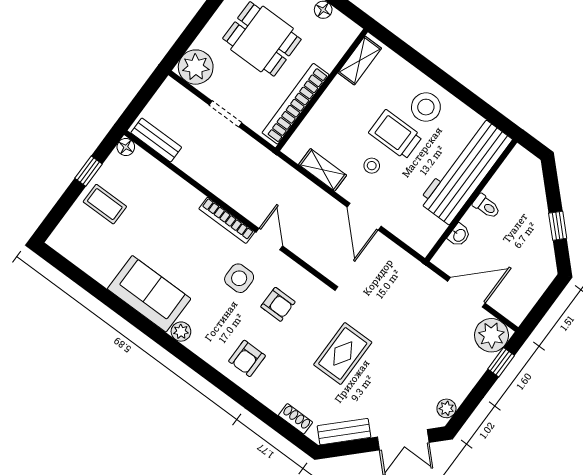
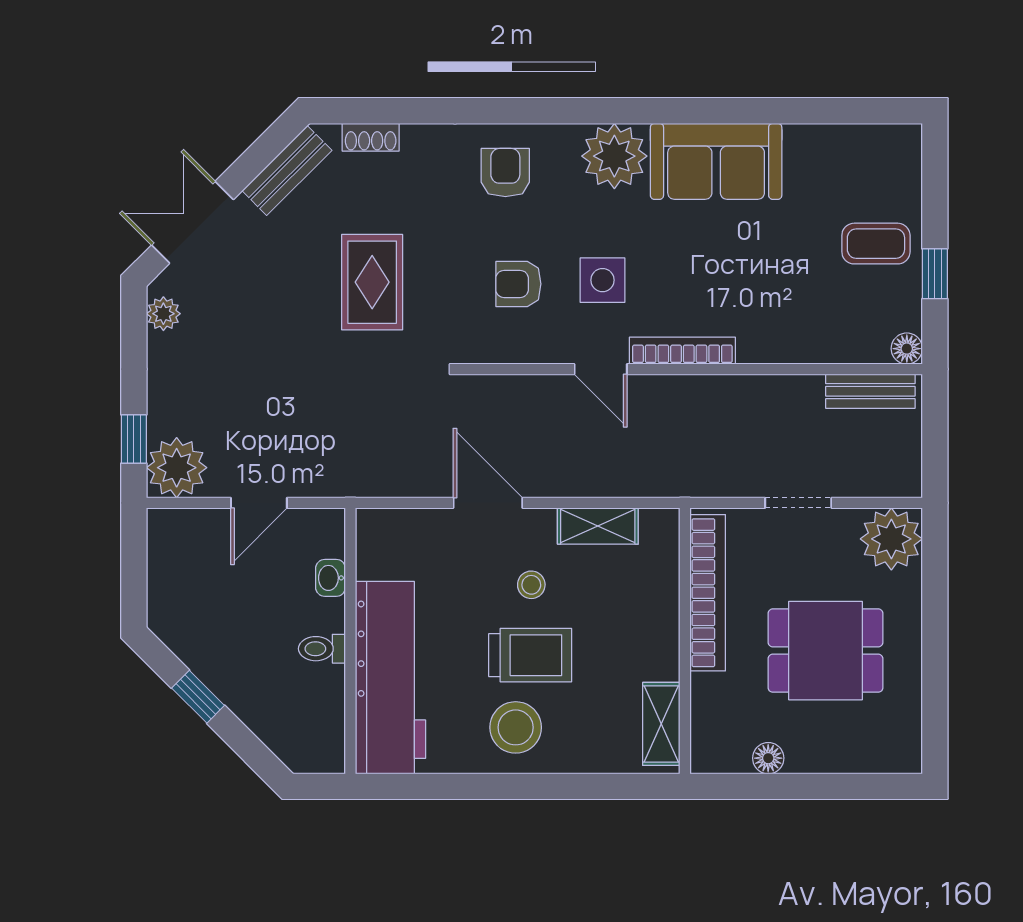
door: (466, 292) -> (259, 503), width x0.73
plant: (181, 332) -> (614, 156), width x1.87, depth x1.87

